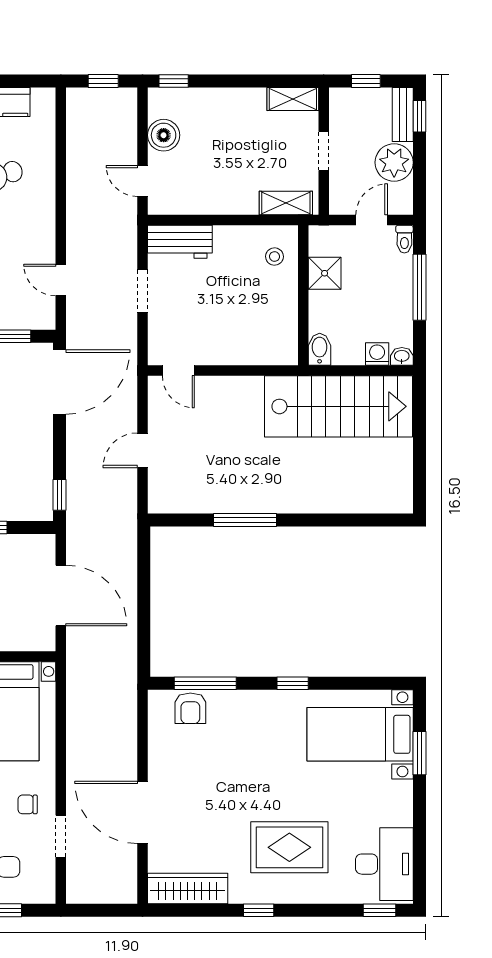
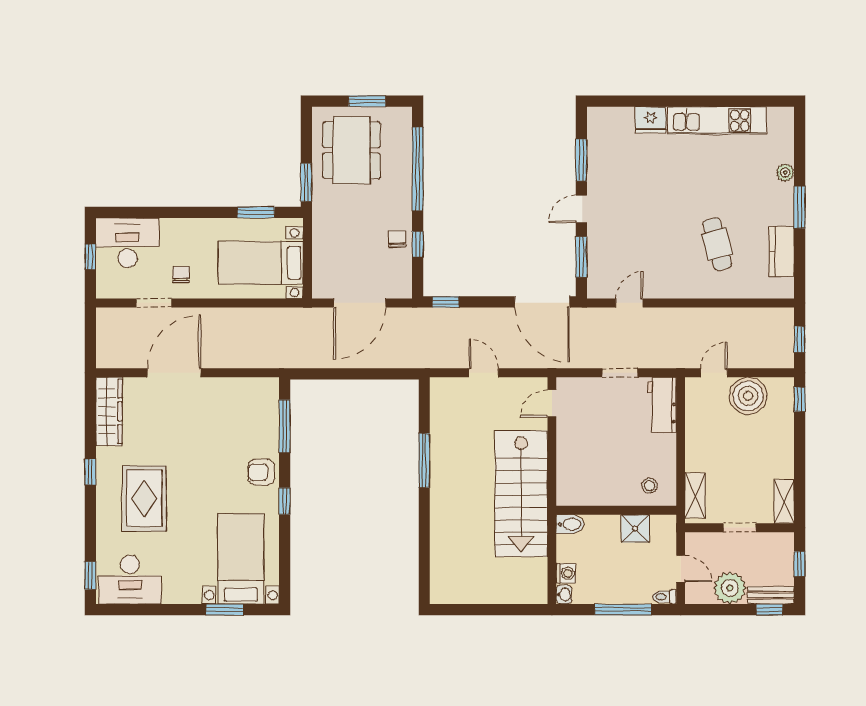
boiler: (164, 135) -> (748, 396), width x1.37, depth x1.37
stairs: (339, 406) -> (521, 494), moved
armchair: (190, 708) -> (261, 472), moved

